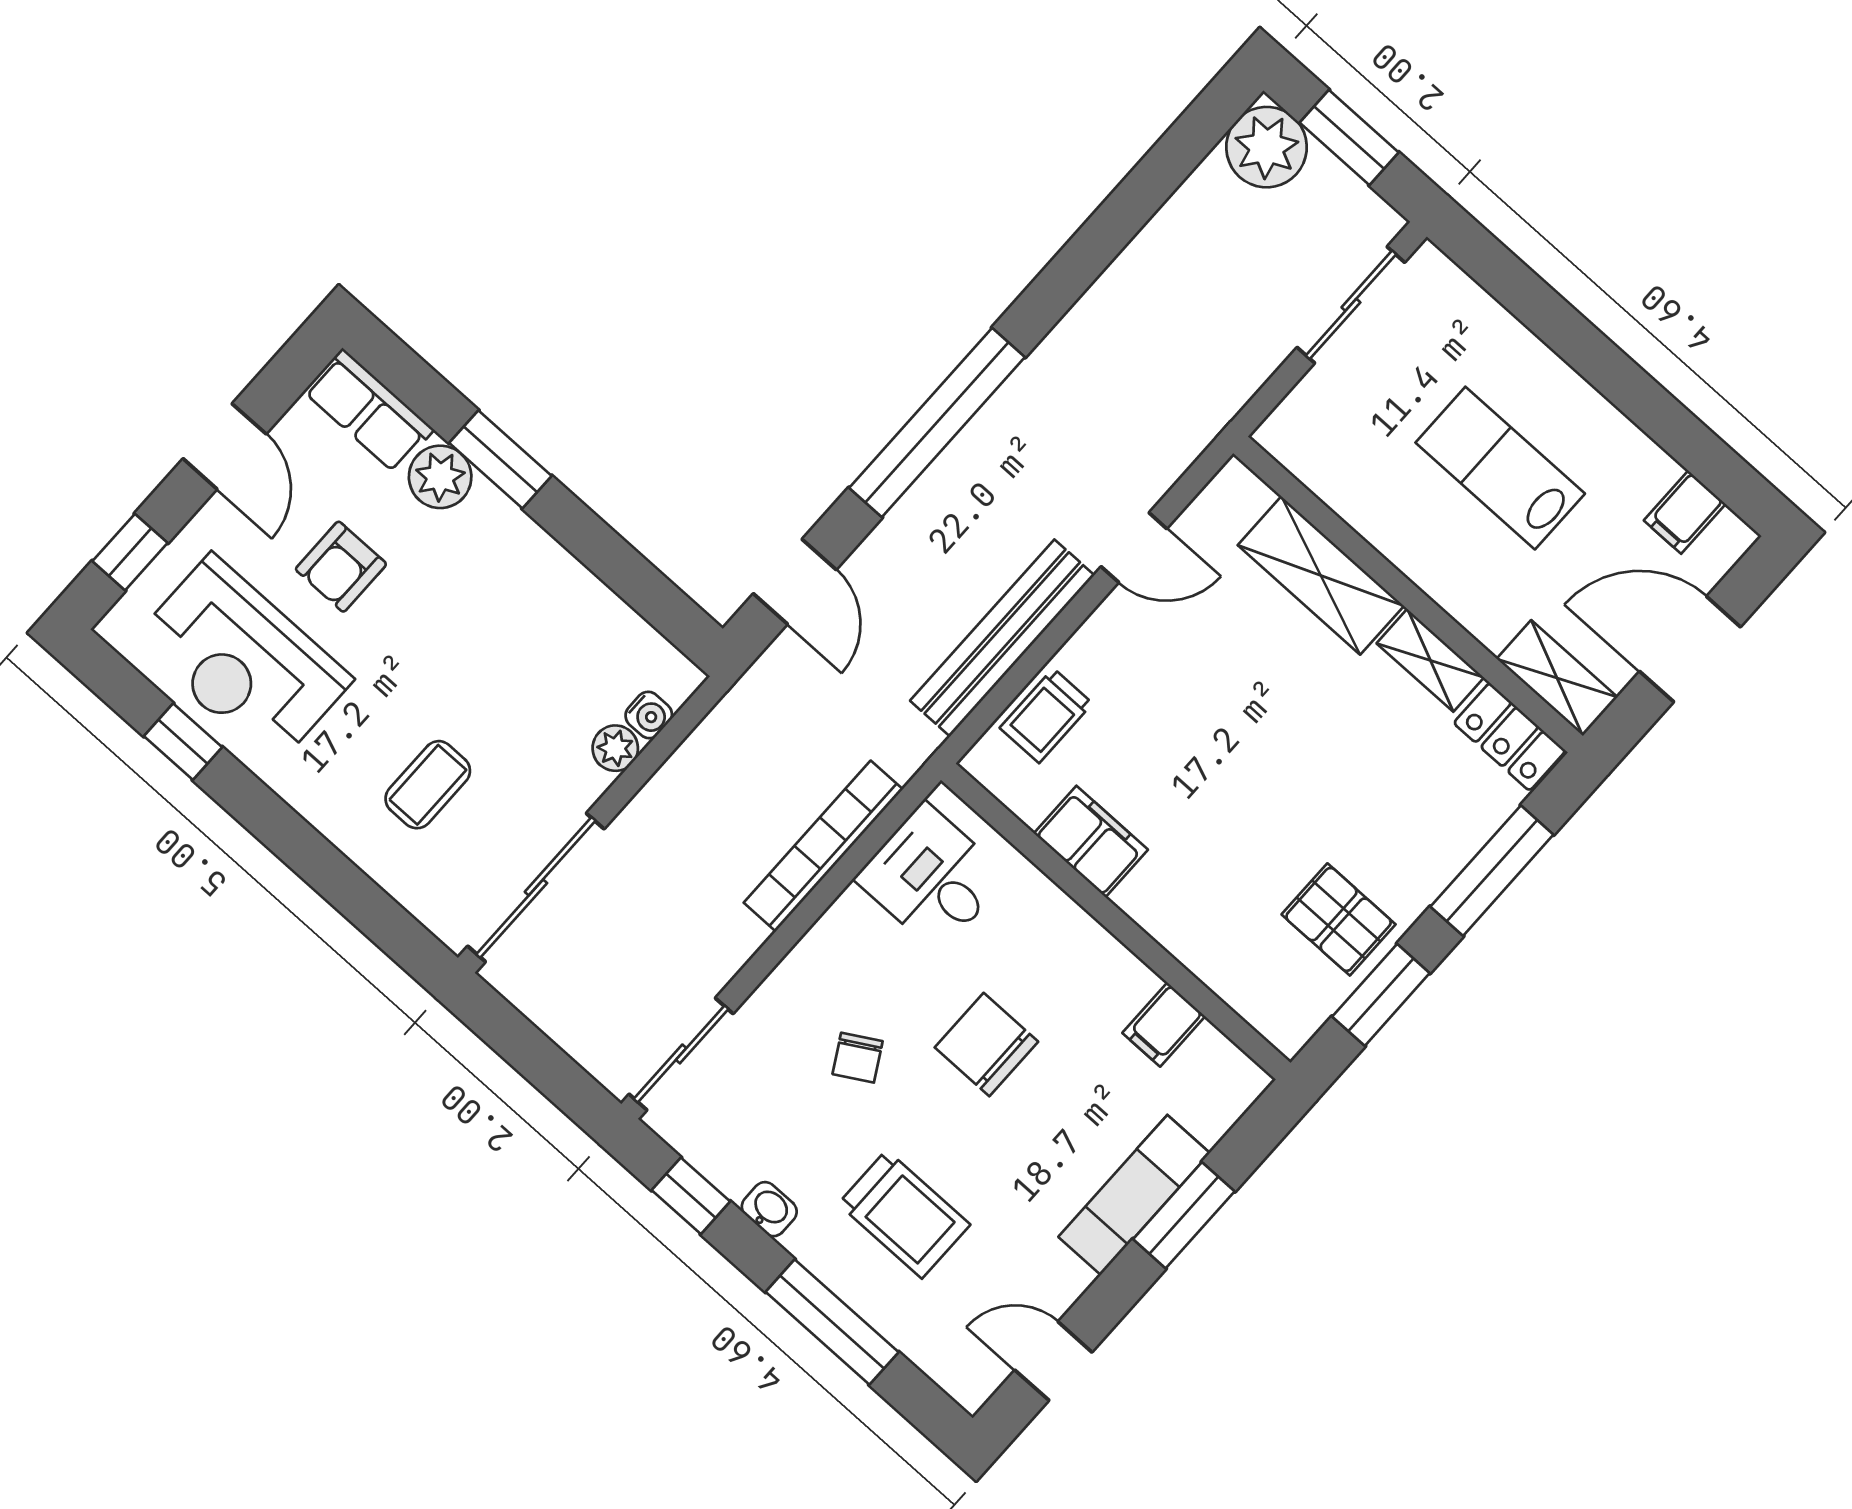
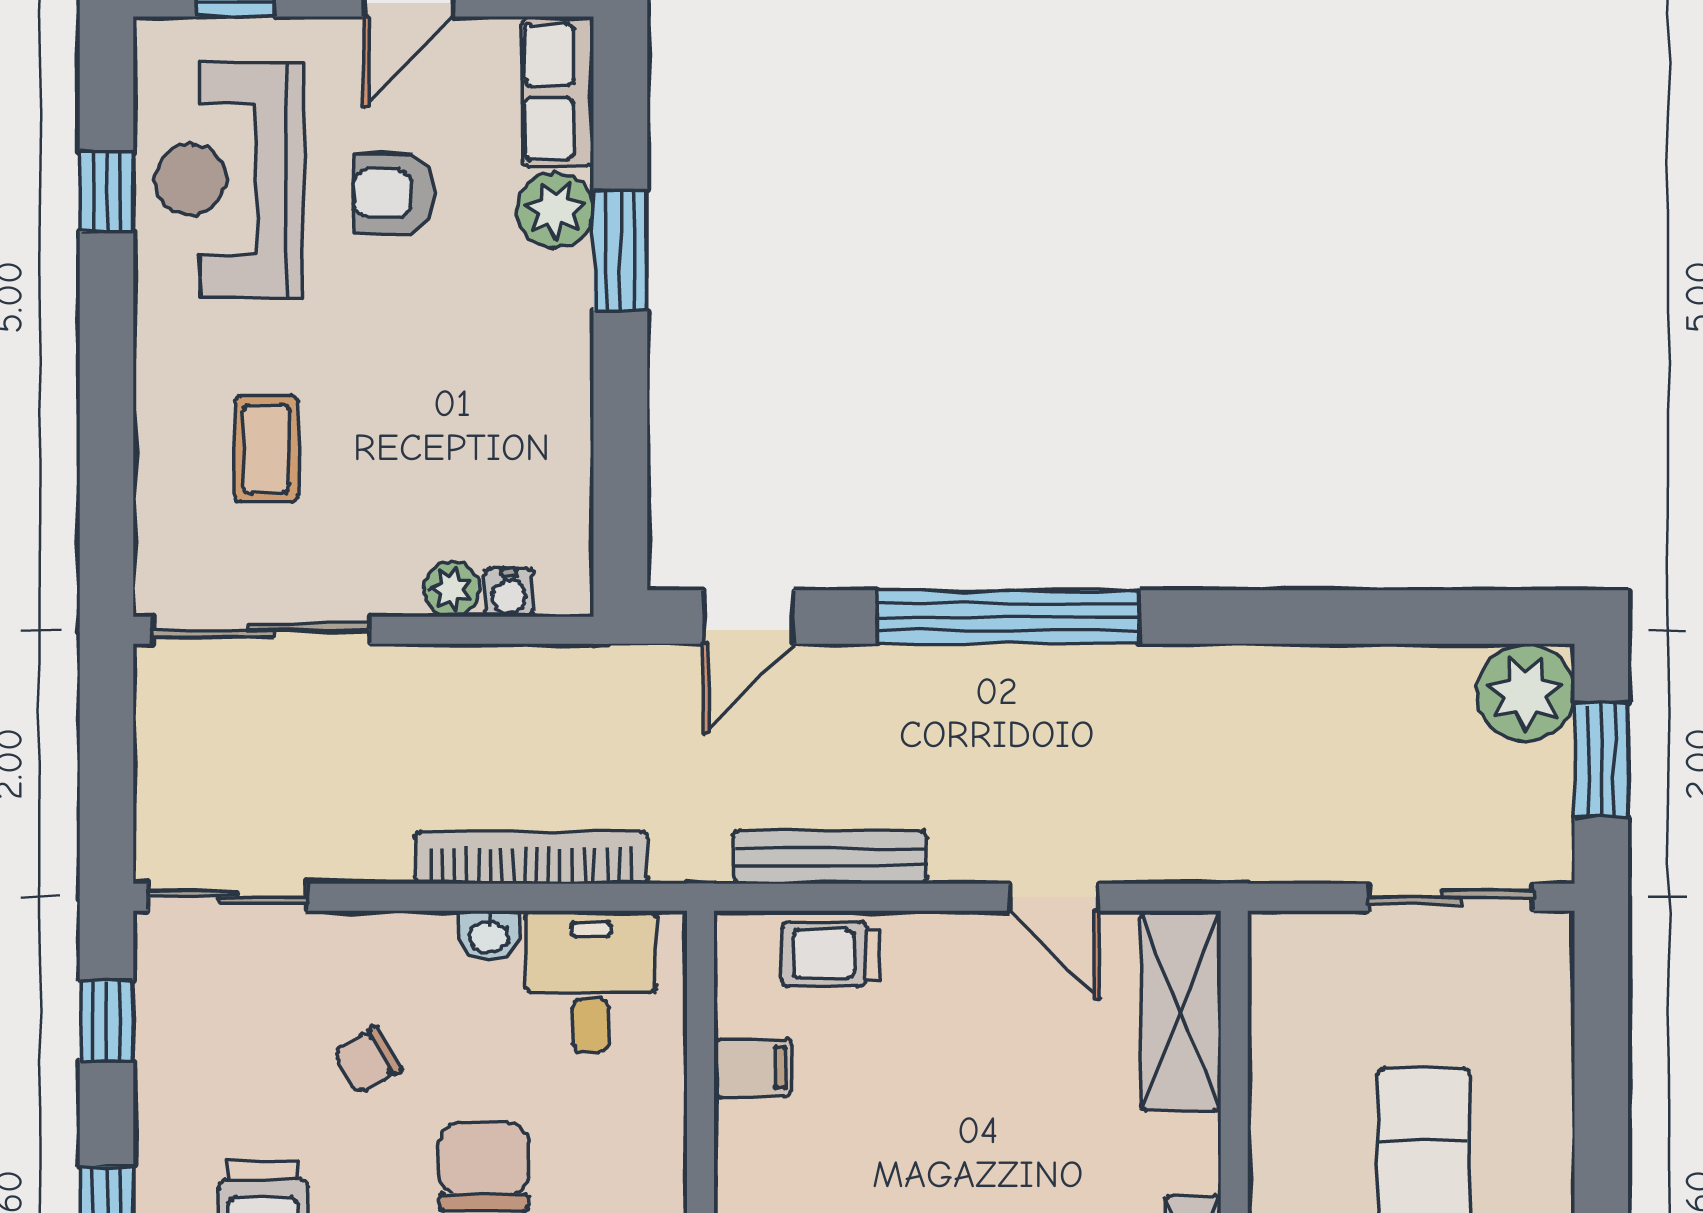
shelving: (1321, 575) -> (1181, 1011), moved
bench: (1002, 638) -> (830, 857), width x0.73, depth x0.82
coffee table: (428, 785) -> (266, 449), turned 90
filing cabinet: (1091, 841) -> (753, 1068), width x0.50
washbasin: (769, 1209) -> (489, 935), moved, turned 90

